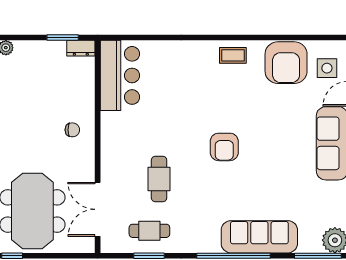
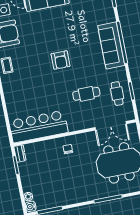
bar counter: (120, 75) -> (39, 127), width x1.36
armchair: (224, 147) -> (61, 60), turned 90
sofa: (259, 237) -> (111, 46), moved

